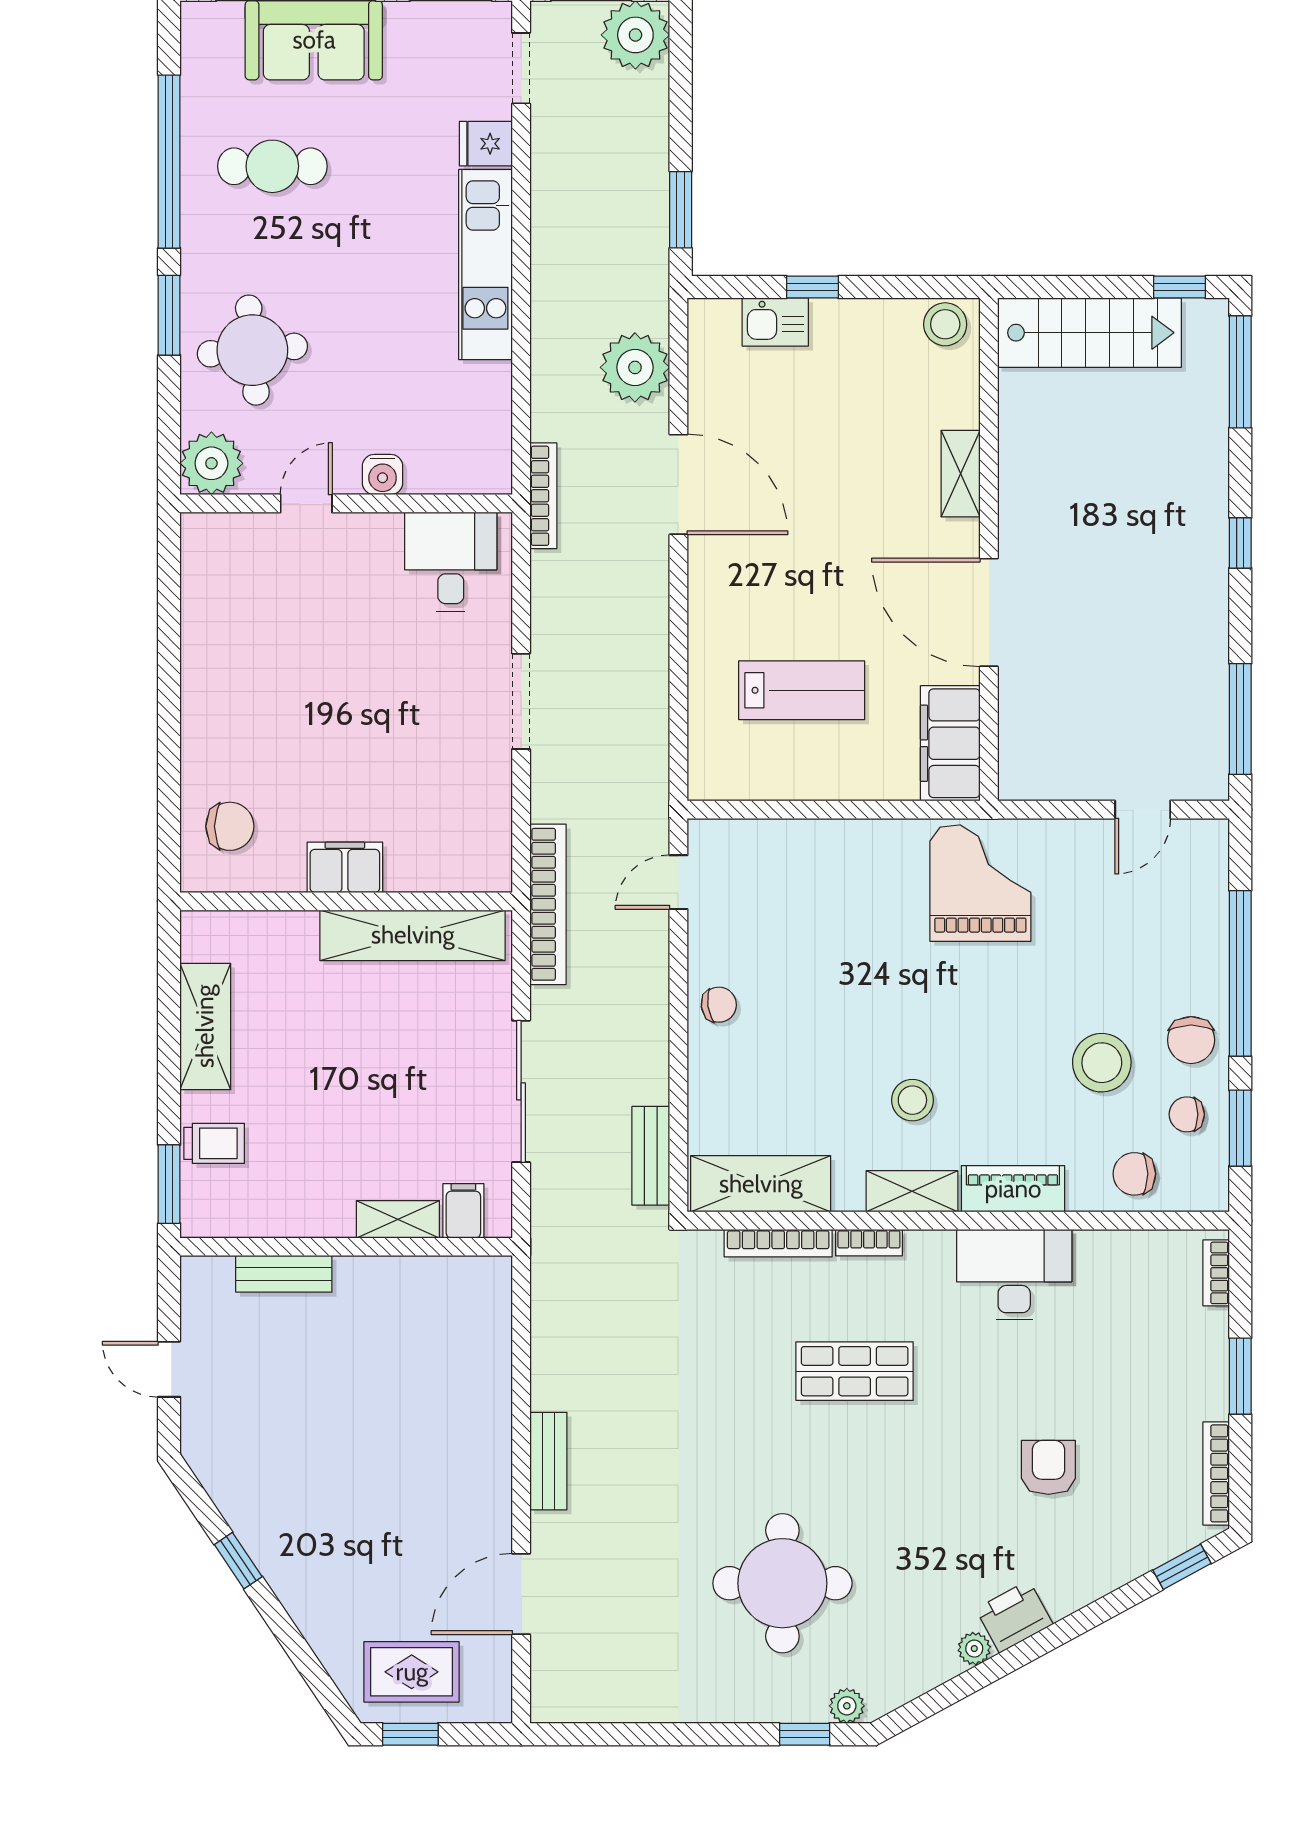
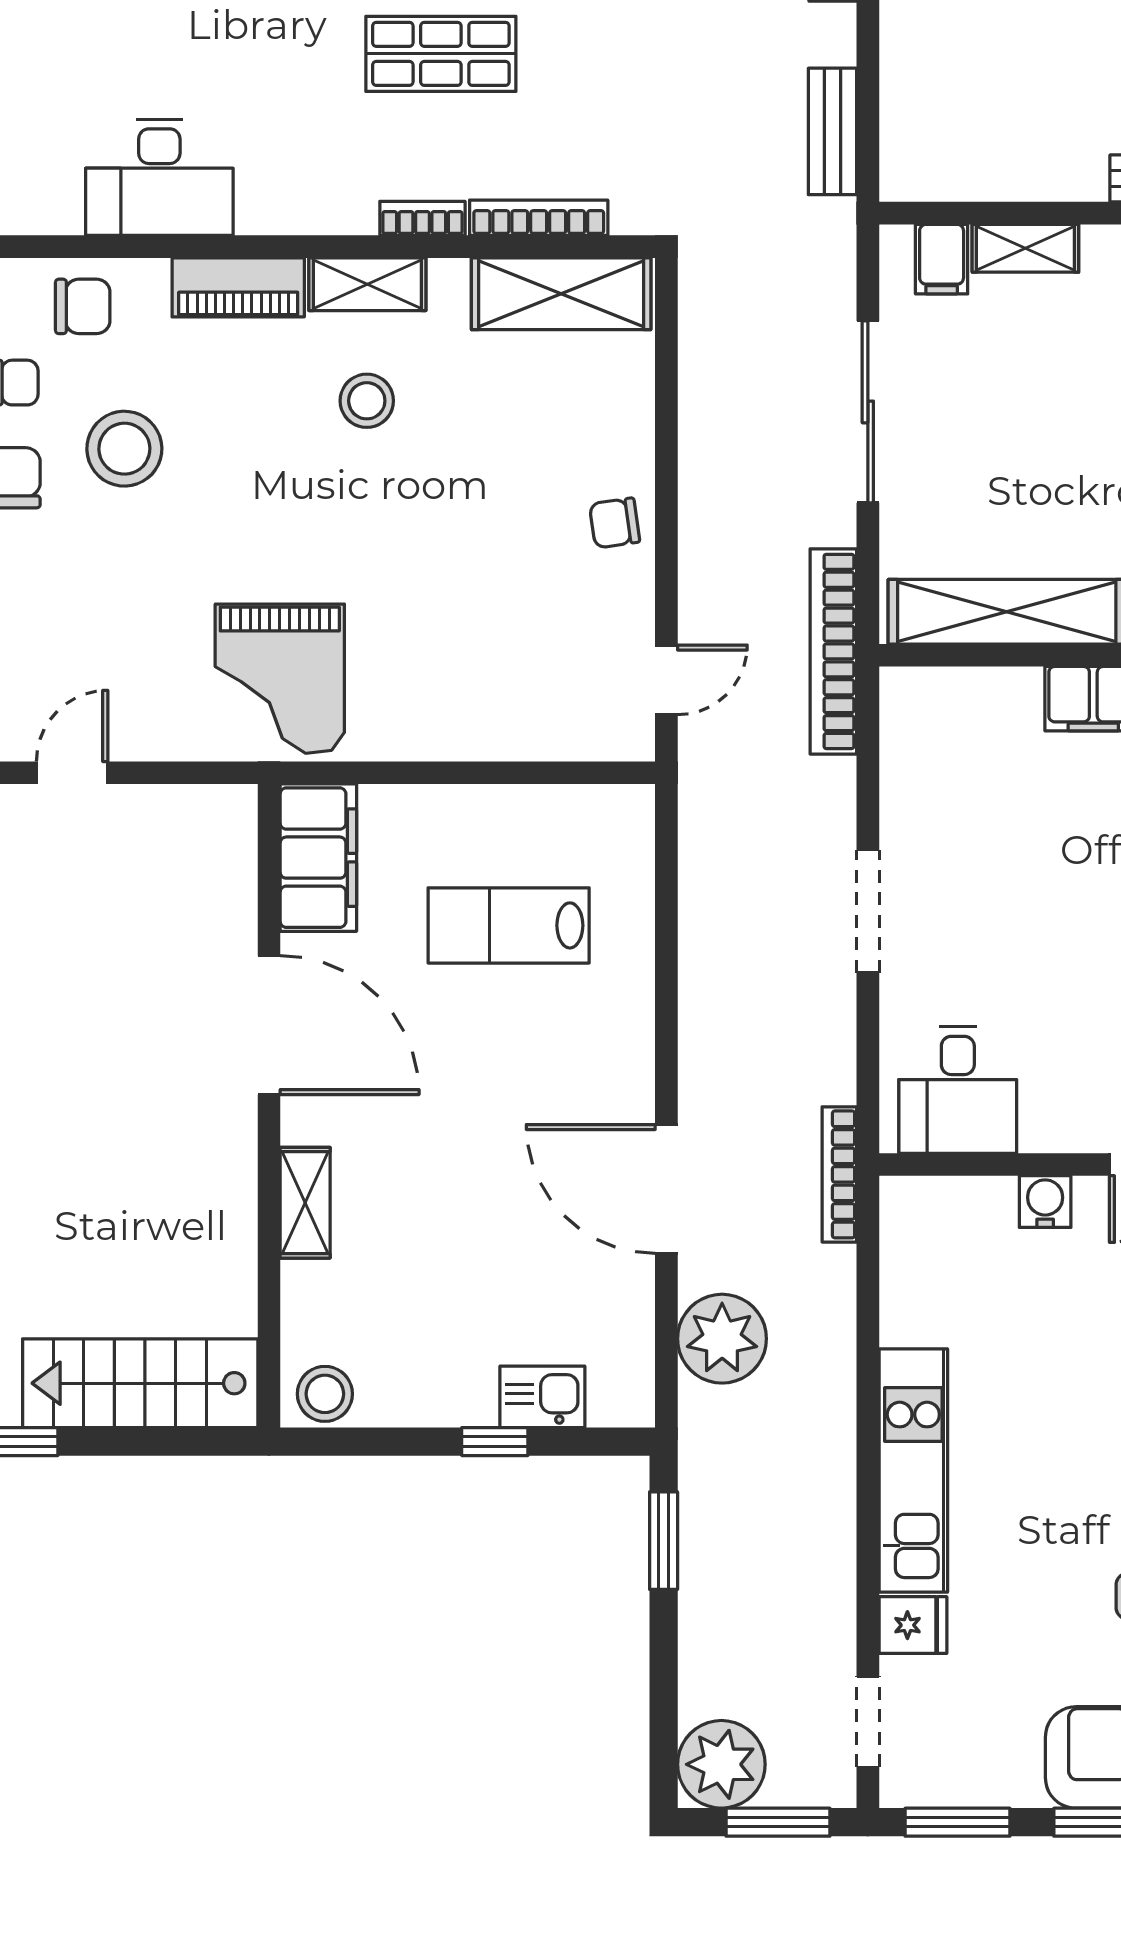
bench: (651, 1156) -> (832, 131), moved
desk: (1014, 1275) -> (159, 177), moved

